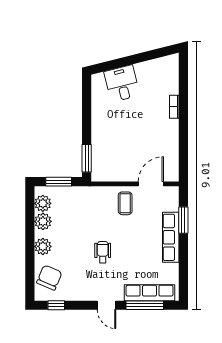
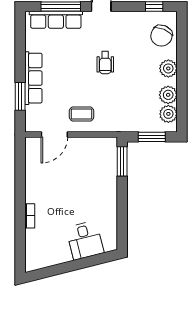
coffee table: (125, 203) -> (82, 114), turned 90

